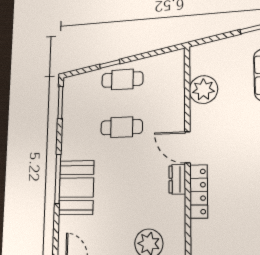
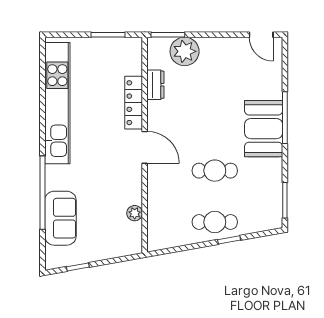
plant: (203, 90) -> (135, 213), width x0.53, depth x0.53
dresser: (177, 179) -> (155, 85), moved
booth: (76, 188) -> (264, 129), moved

